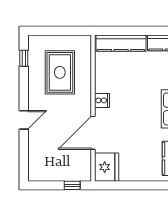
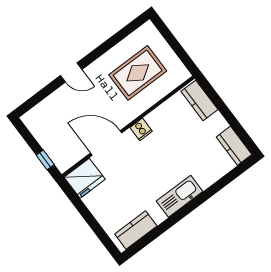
kitchen counter: (121, 43) -> (199, 100), width x0.67
window: (24, 58) -> (126, 31), removed

